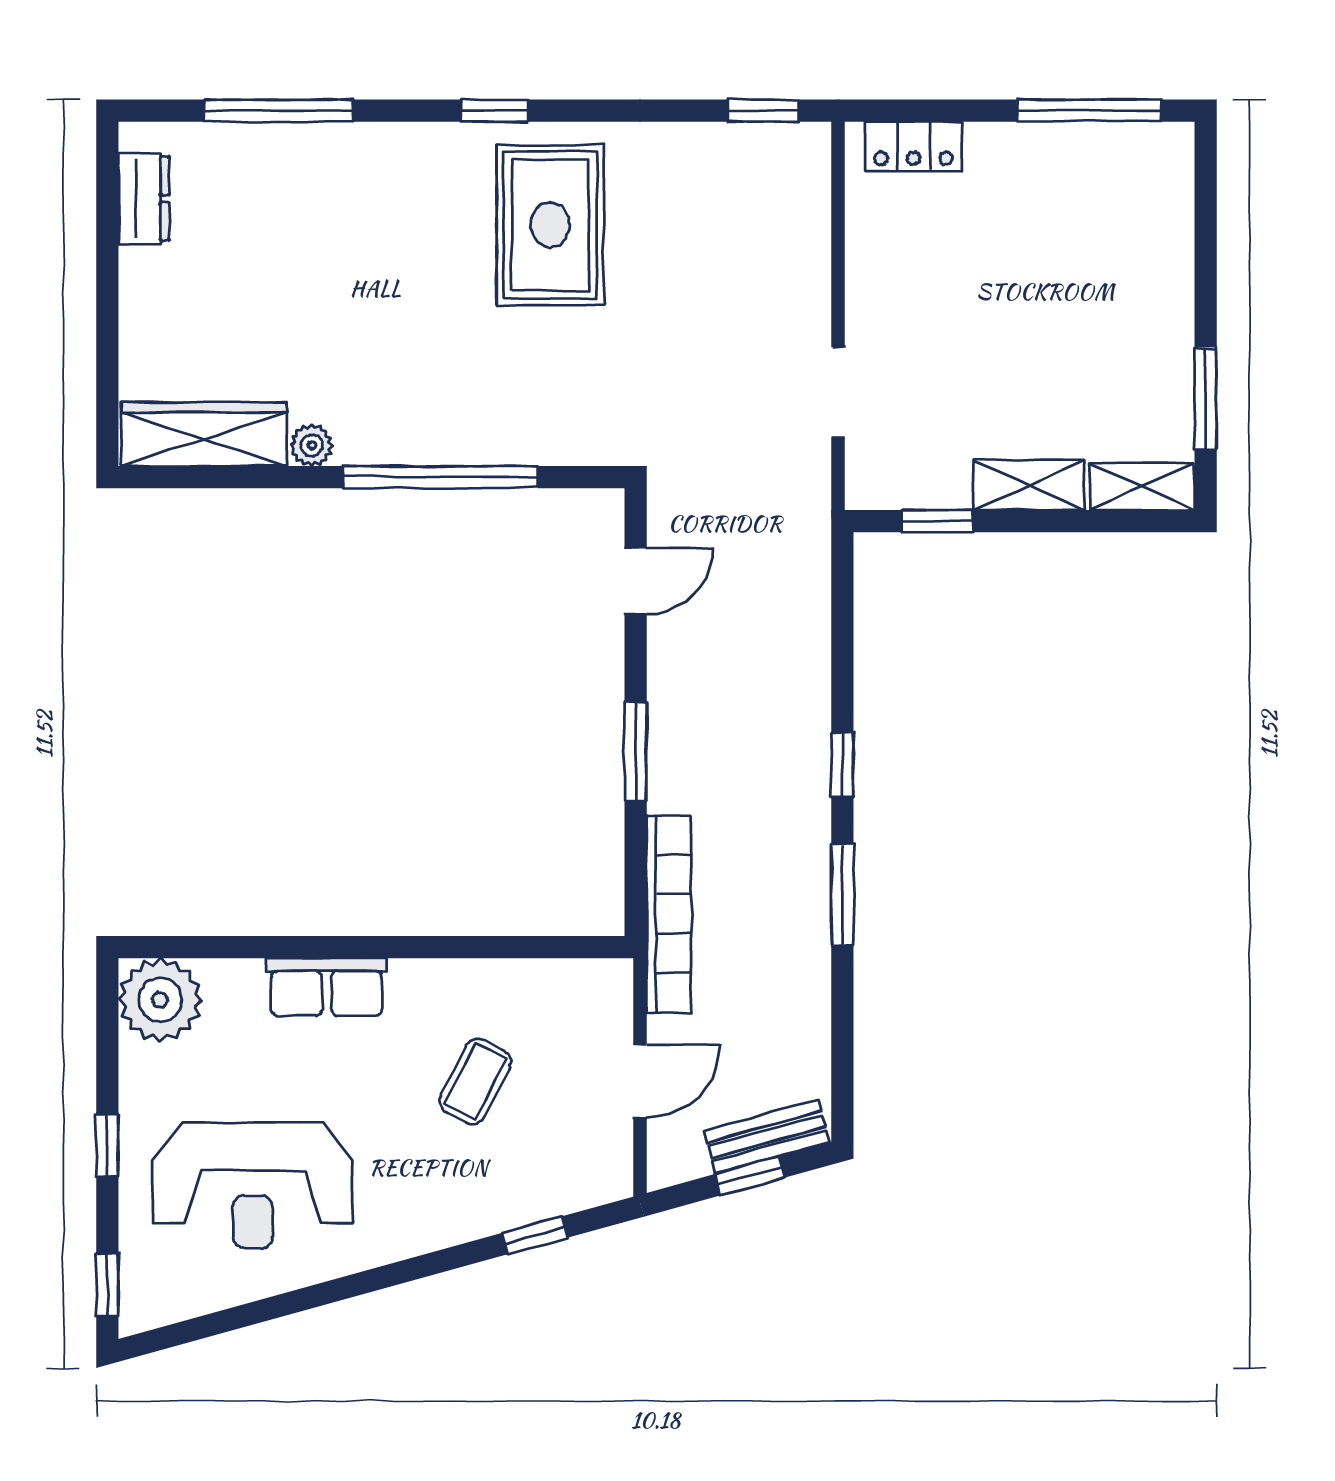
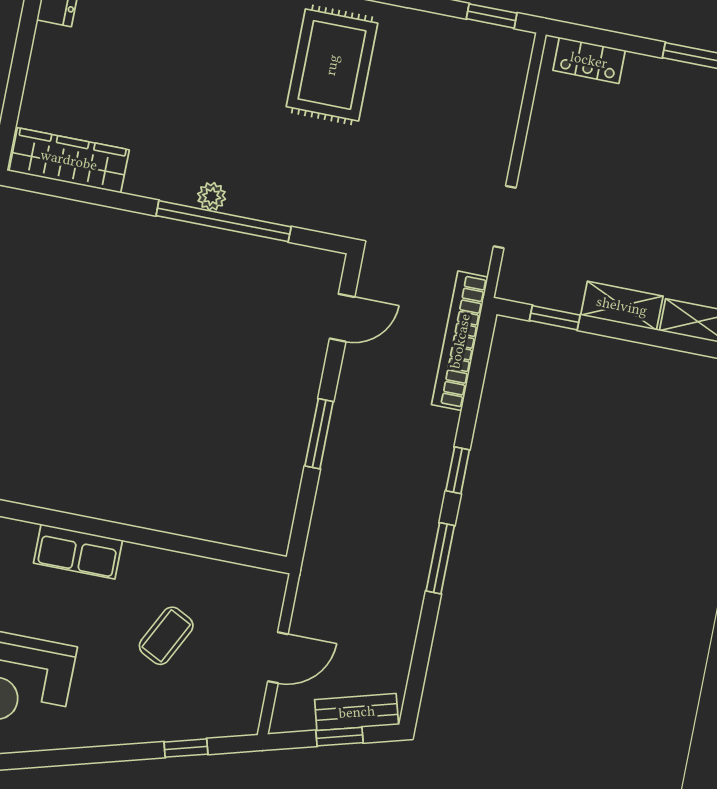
plant: (311, 445) -> (212, 196), moved
bookcase: (669, 914) -> (460, 341), moved, turned 180

